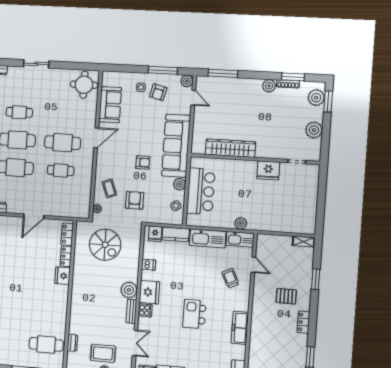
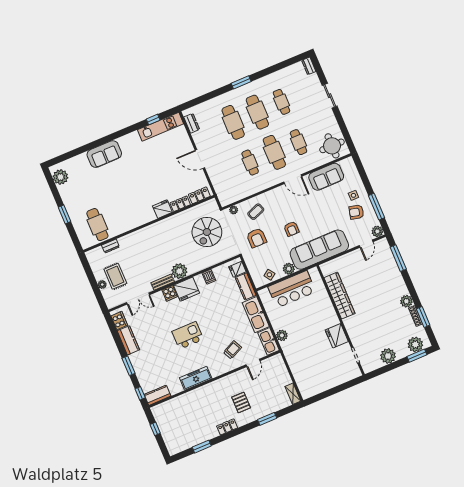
cafe table: (65, 115) -> (299, 142), added
armchair: (135, 200) -> (257, 238), turned 90

